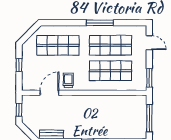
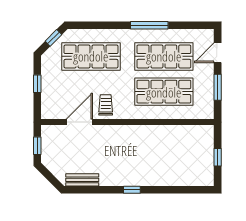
window: (31, 32) -> (53, 38), added
door: (149, 43) -> (218, 53), swing flipped
window: (149, 78) -> (218, 87), moved
window: (149, 118) -> (218, 157), width x0.46

